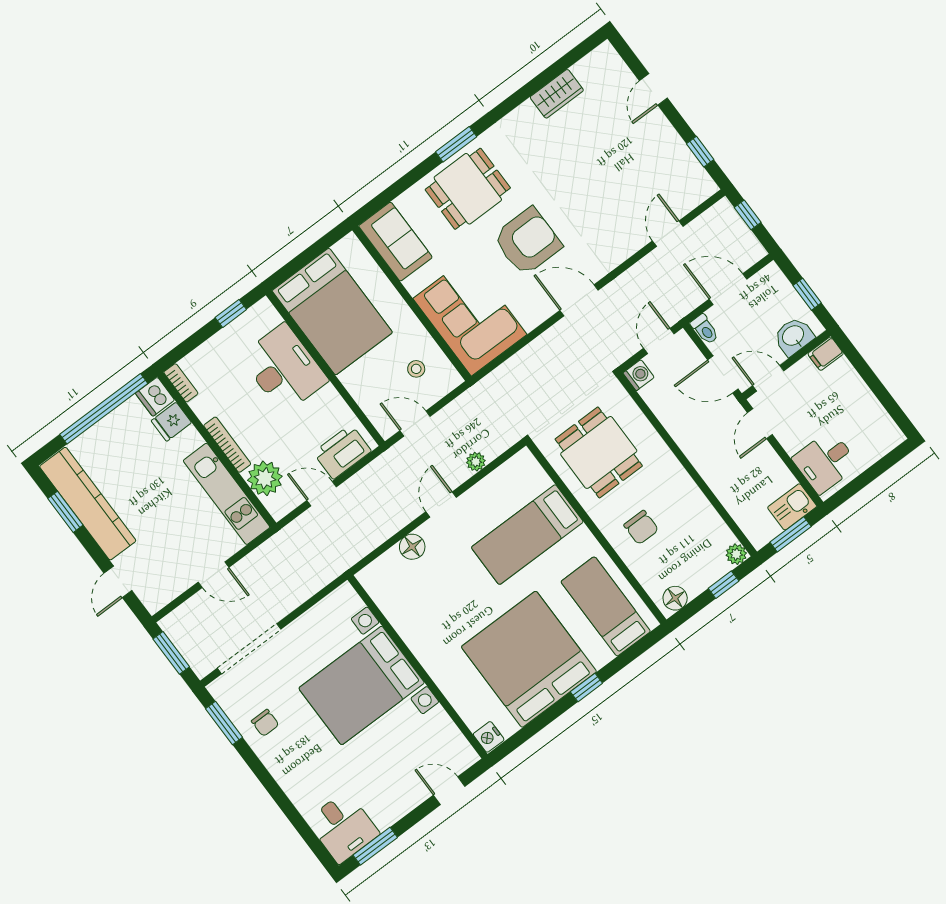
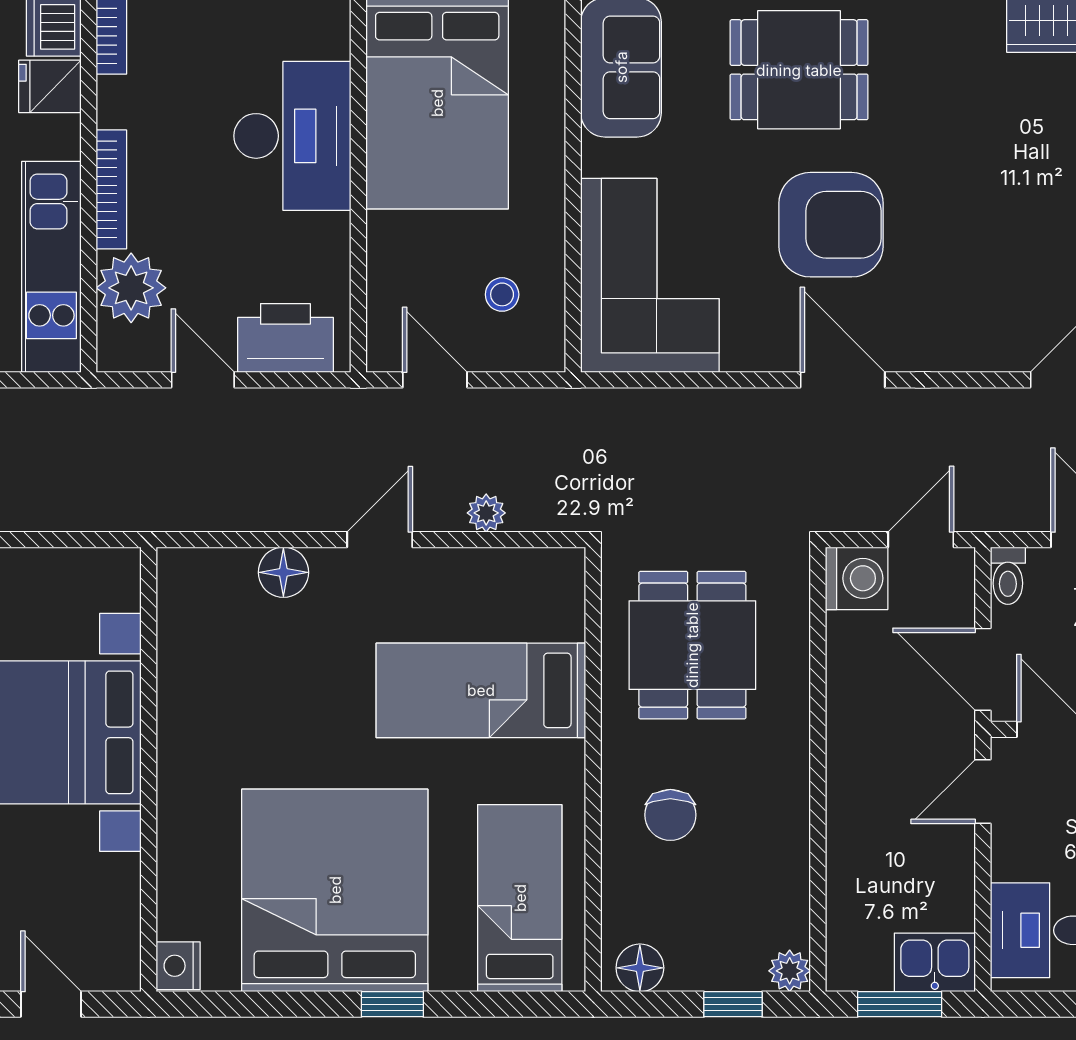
washing machine: (639, 375) -> (857, 578), width x1.38, depth x1.38

